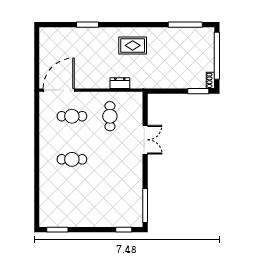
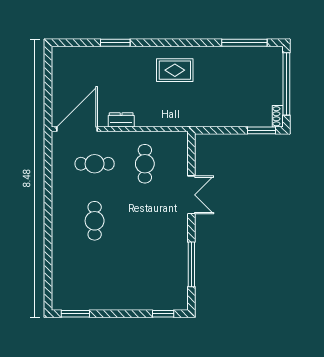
dresser: (120, 83) -> (121, 120), moved
cafe table: (72, 159) -> (95, 221), turned 90
window: (145, 206) -> (191, 264), moved

